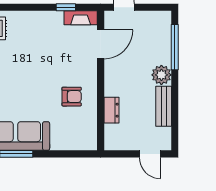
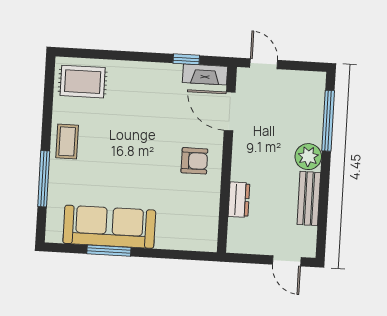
door: (101, 44) -> (230, 111), swing flipped
armchair: (72, 97) -> (194, 161), moved

